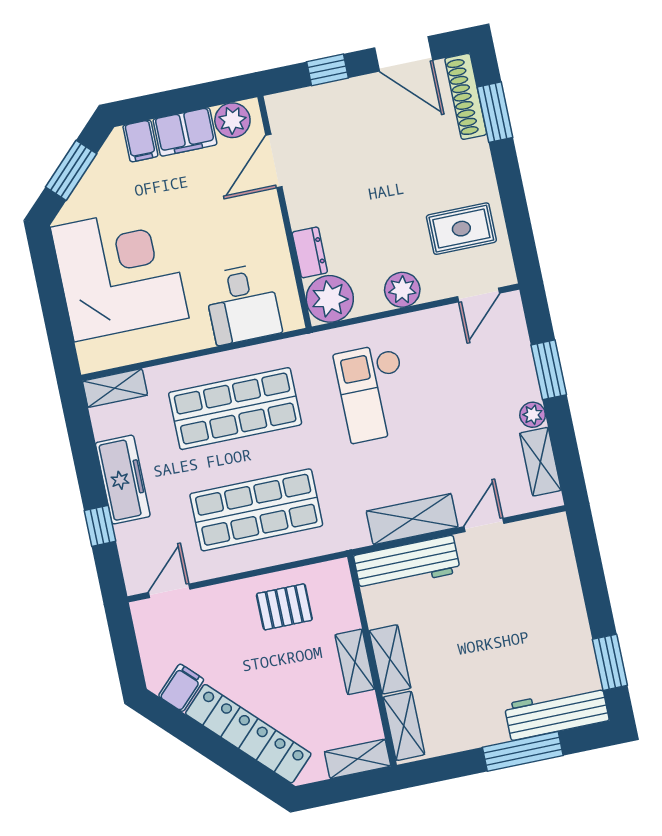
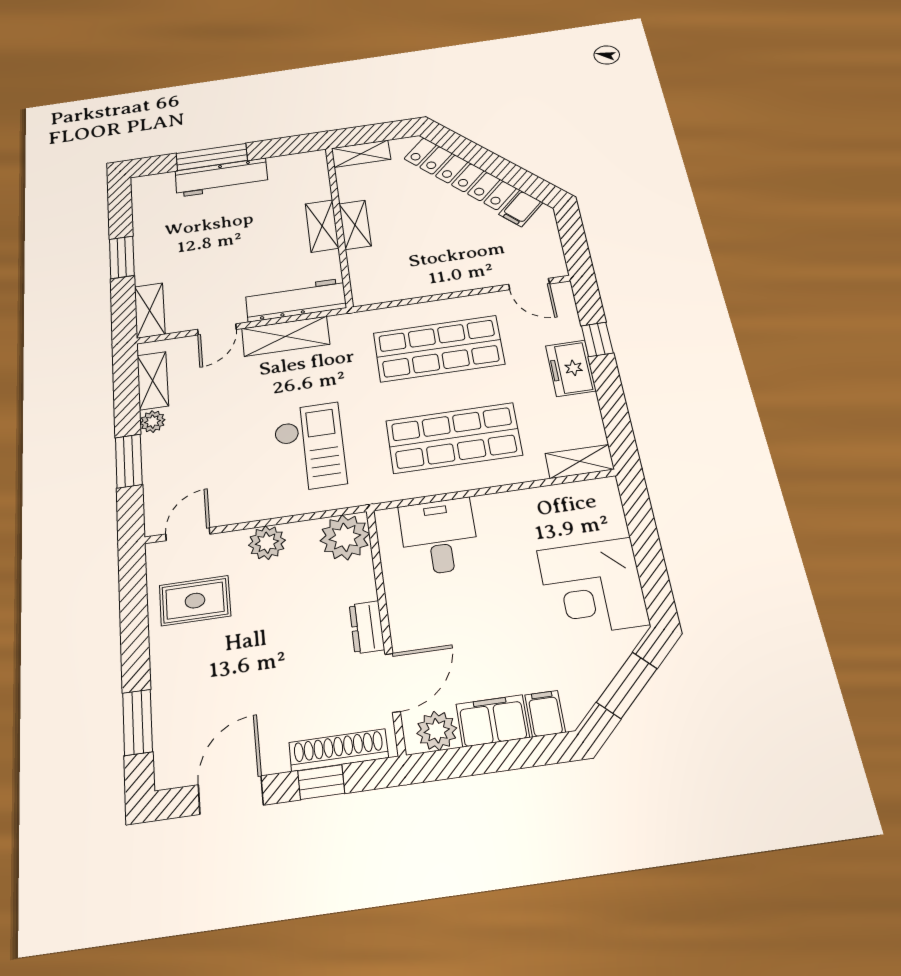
door: (404, 54) -> (231, 795), hinge flipped
shoe rack: (466, 96) -> (339, 750), moved, turned -90
dresser: (310, 252) -> (367, 627), moved
corner desk: (120, 273) -> (593, 587), width x0.74, depth x0.74
freezer: (123, 480) -> (571, 368), width x0.71
door: (169, 591) -> (529, 284), hinge flipped
pallet: (284, 607) -> (418, 269), removed
window: (610, 662) -> (122, 257), moved
workbench: (557, 712) -> (221, 178), moved
shelving: (404, 726) -> (150, 310), moved

